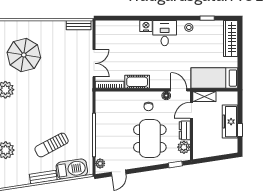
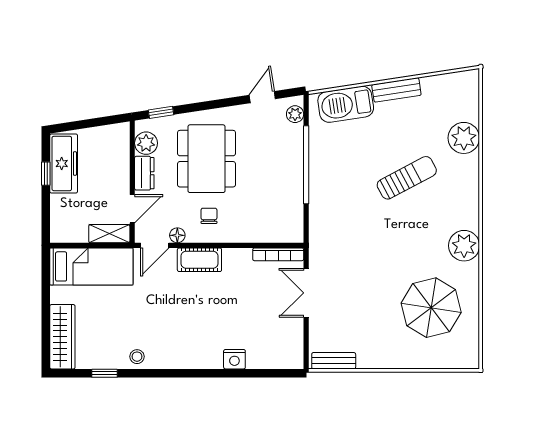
nightstand: (146, 26) -> (234, 359), moved
desk: (165, 33) -> (180, 347), removed
cot: (137, 82) -> (199, 260), moved
door: (179, 90) -> (155, 245), hinge flipped
freezer: (230, 122) -> (64, 163), moved
sun lounger: (52, 145) -> (407, 178), moved

